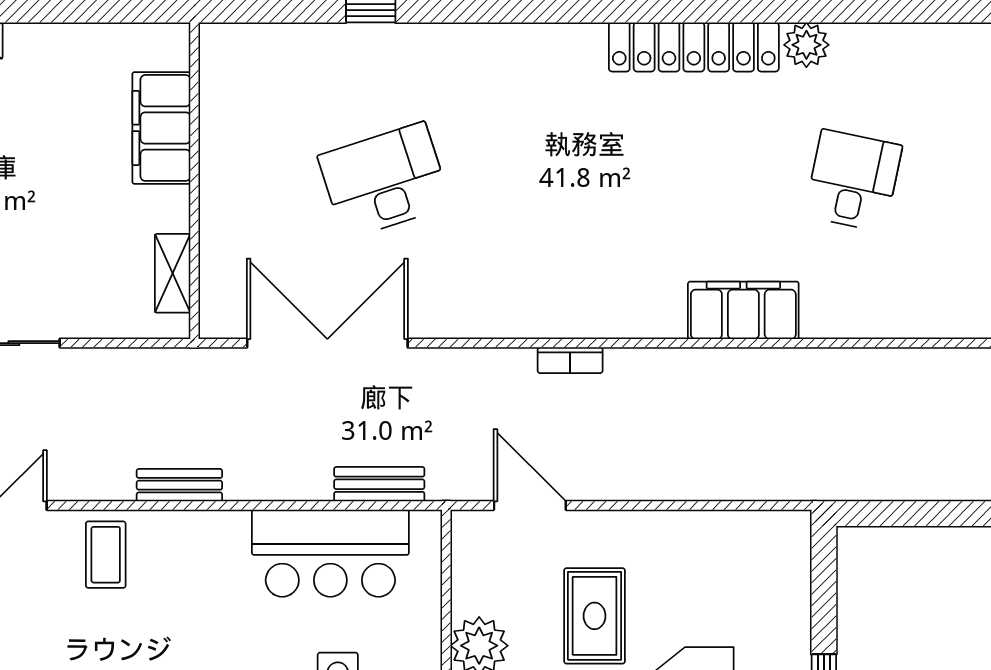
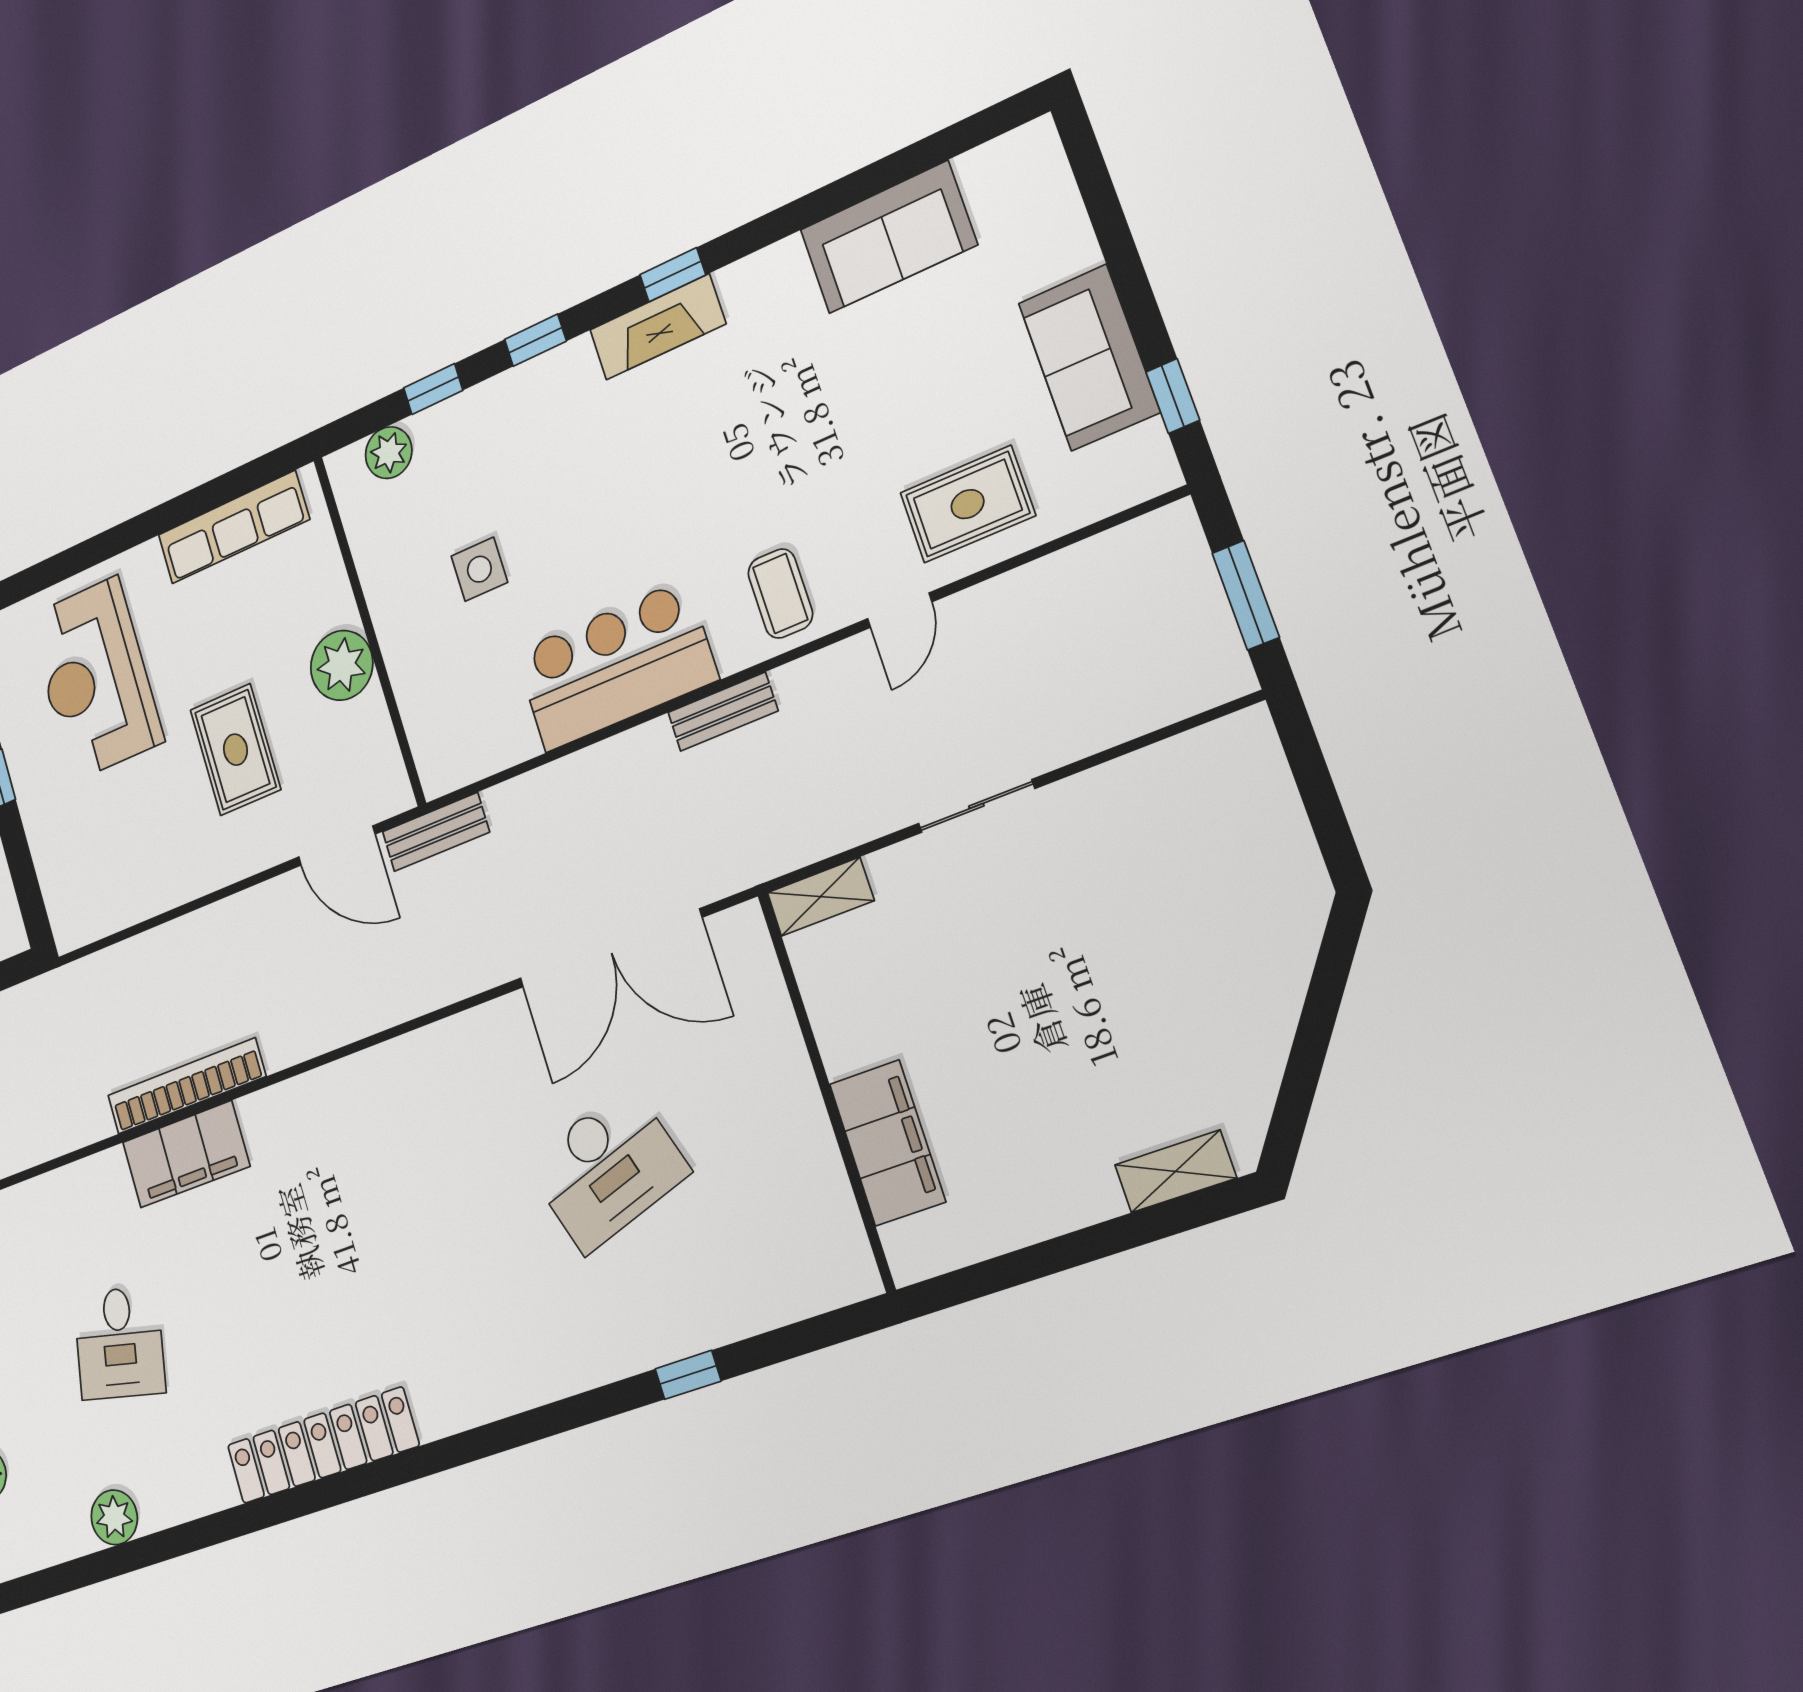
plant: (806, 45) -> (114, 1517), moved
shelving: (173, 273) -> (821, 897), moved, turned 90
bookcase: (570, 360) -> (186, 1086), moved, width x2.31, depth x1.31
bench: (379, 484) -> (436, 832), moved
bar counter: (330, 553) -> (616, 666), moved

